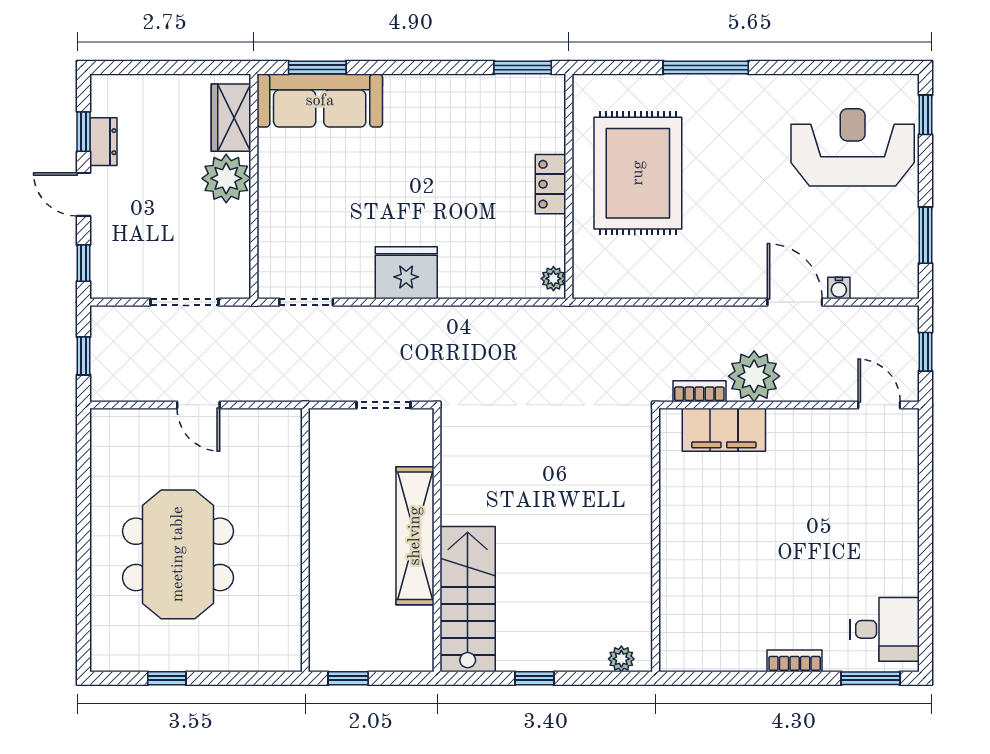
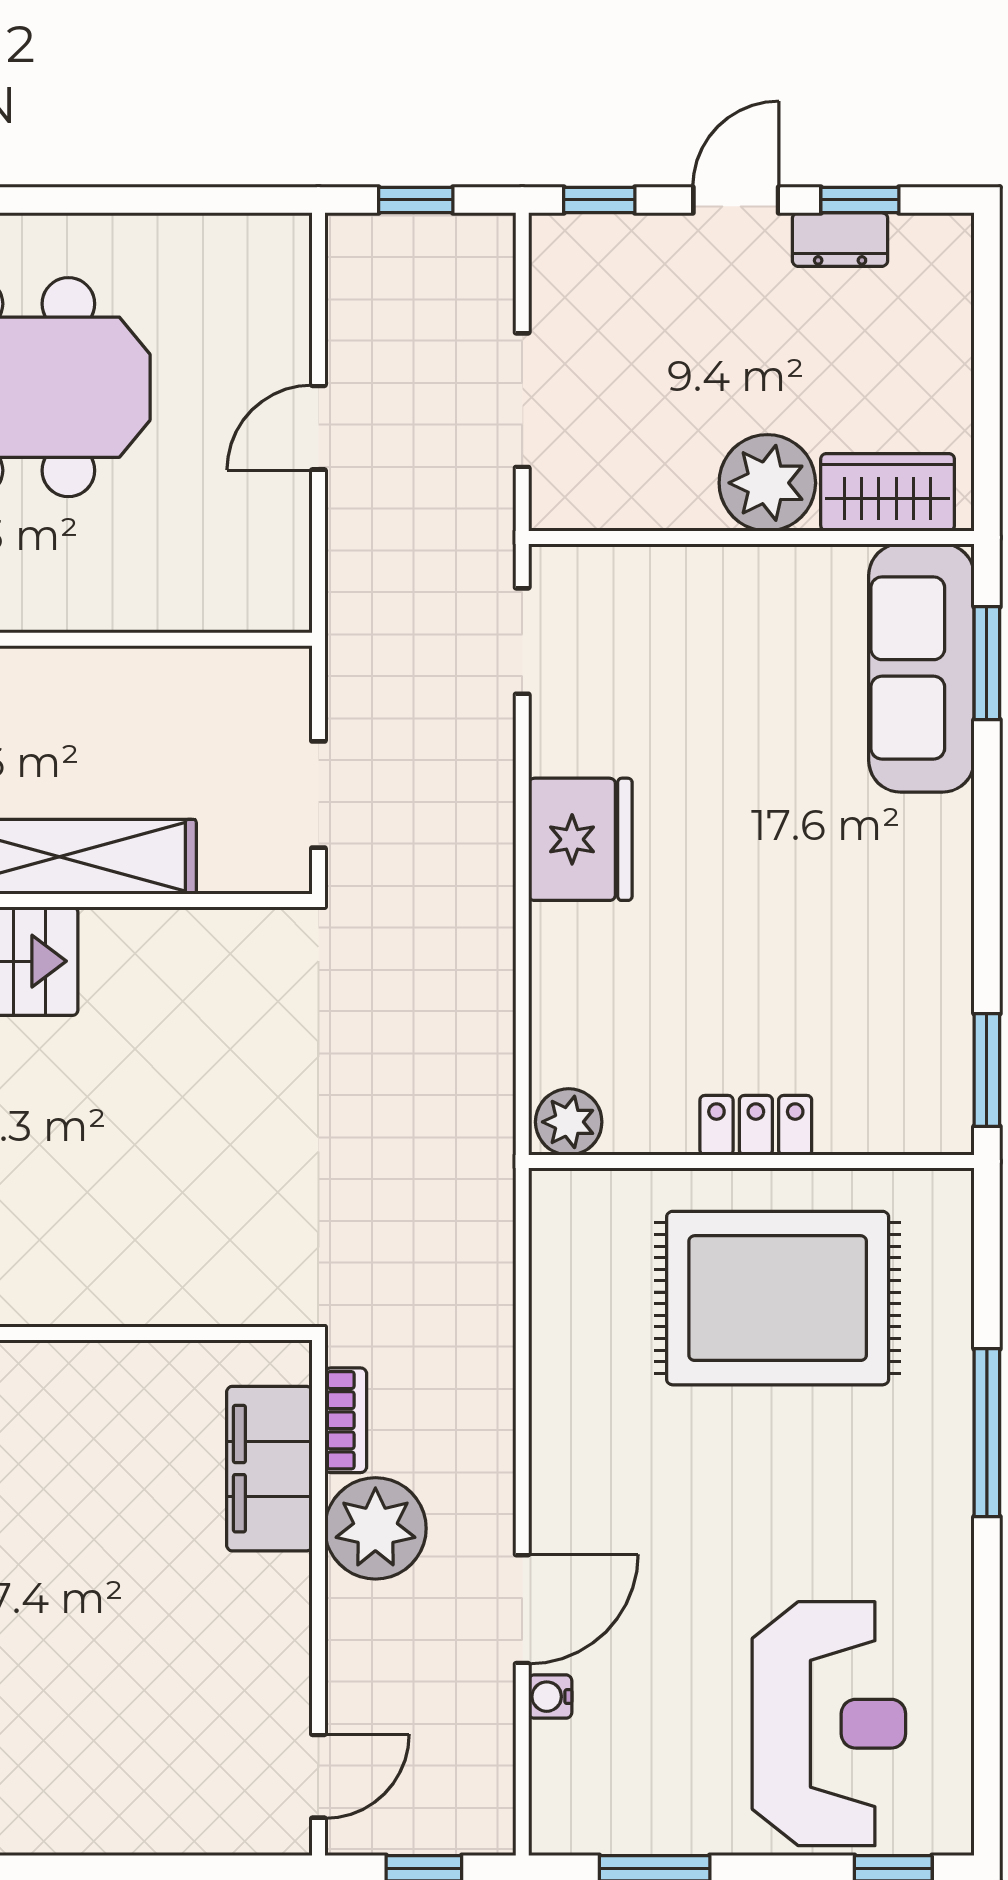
plant: (553, 279) -> (569, 1122), width x1.38, depth x1.38

